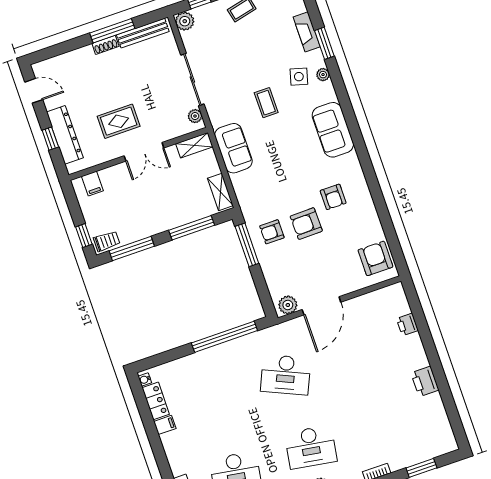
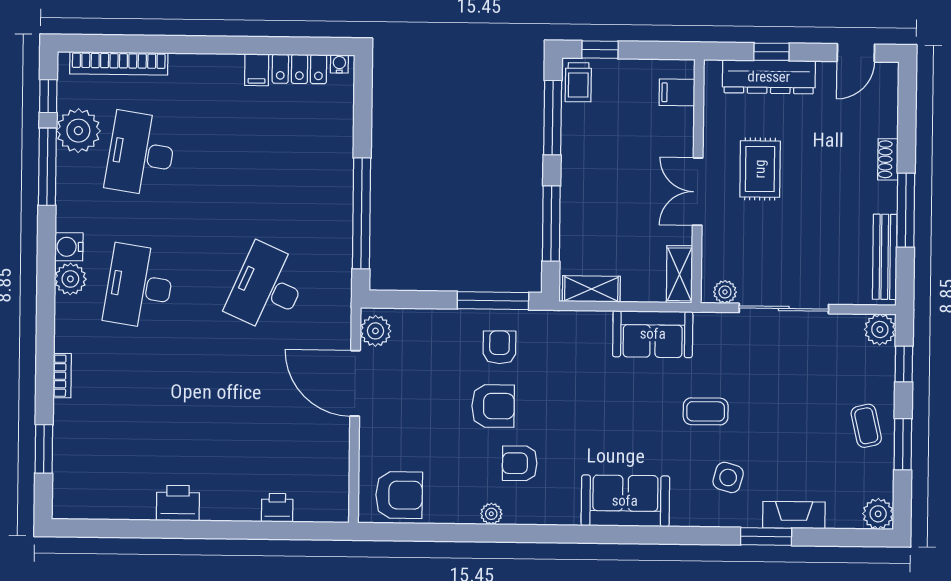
shoe rack: (105, 45) -> (888, 159), moved
plant: (323, 75) -> (491, 514), moved
armchair: (306, 224) -> (493, 406), turned 91

